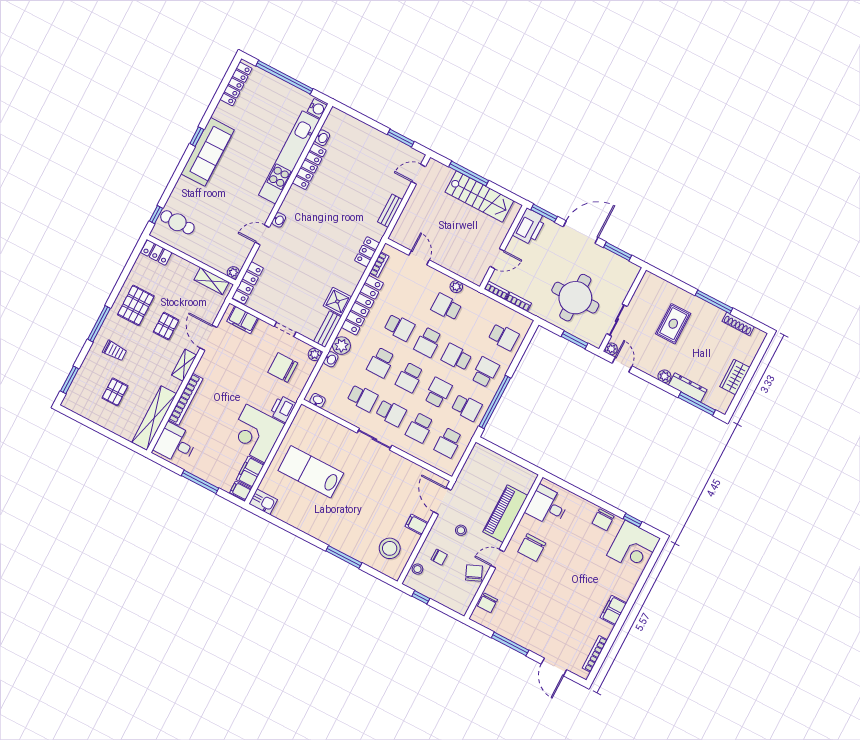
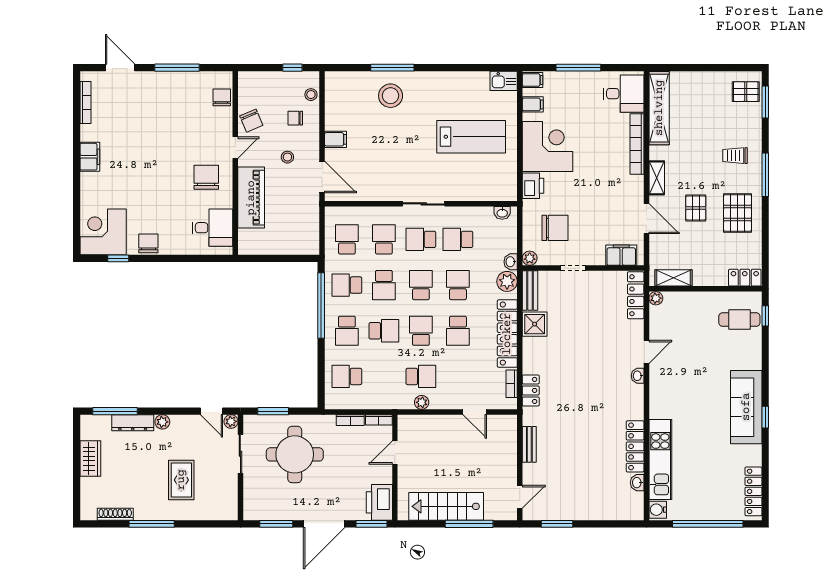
kitchen unit: (289, 157) -> (660, 460), width x0.73
school desk: (399, 327) -> (458, 331), turned -90
pallet: (115, 392) -> (746, 92), moved, turned 90
filing cabinet: (250, 472) -> (533, 104), width x0.50
stool: (390, 548) -> (391, 96), moved

